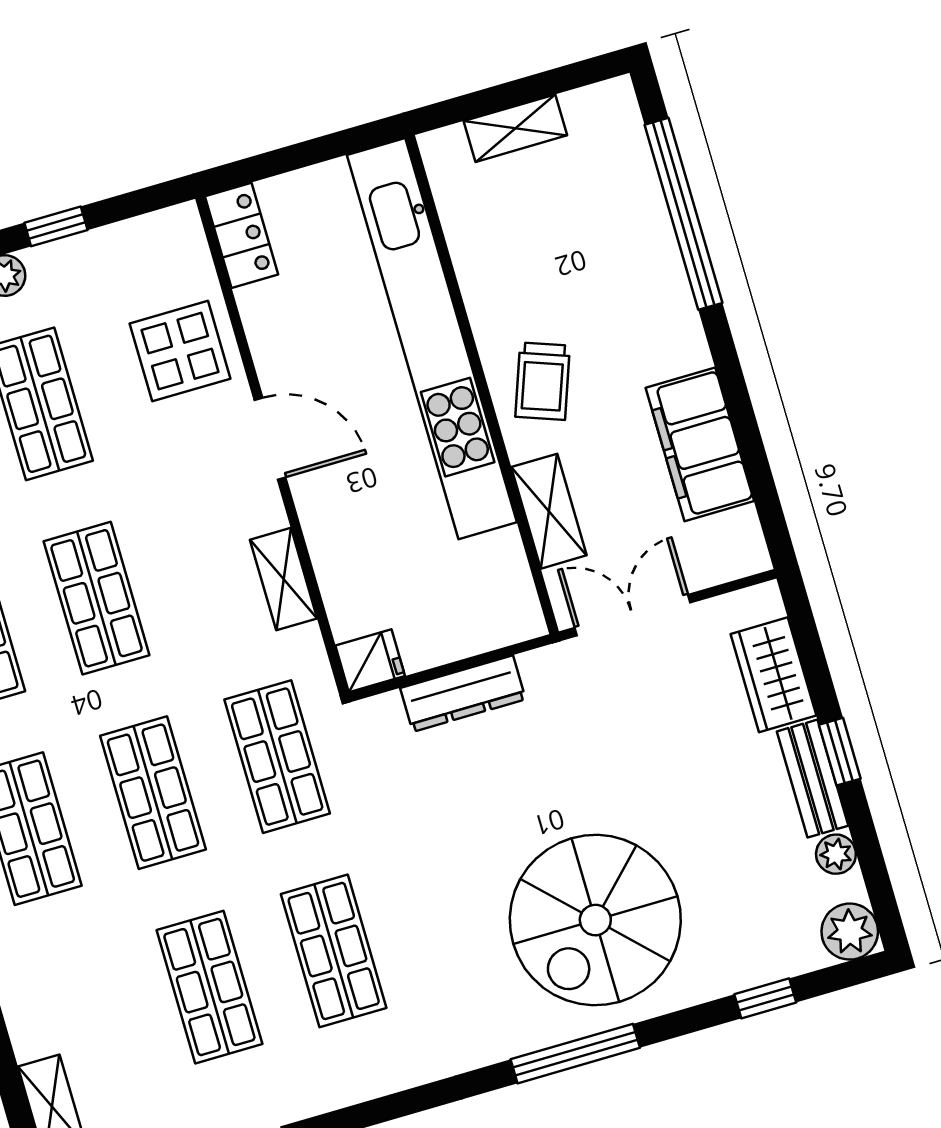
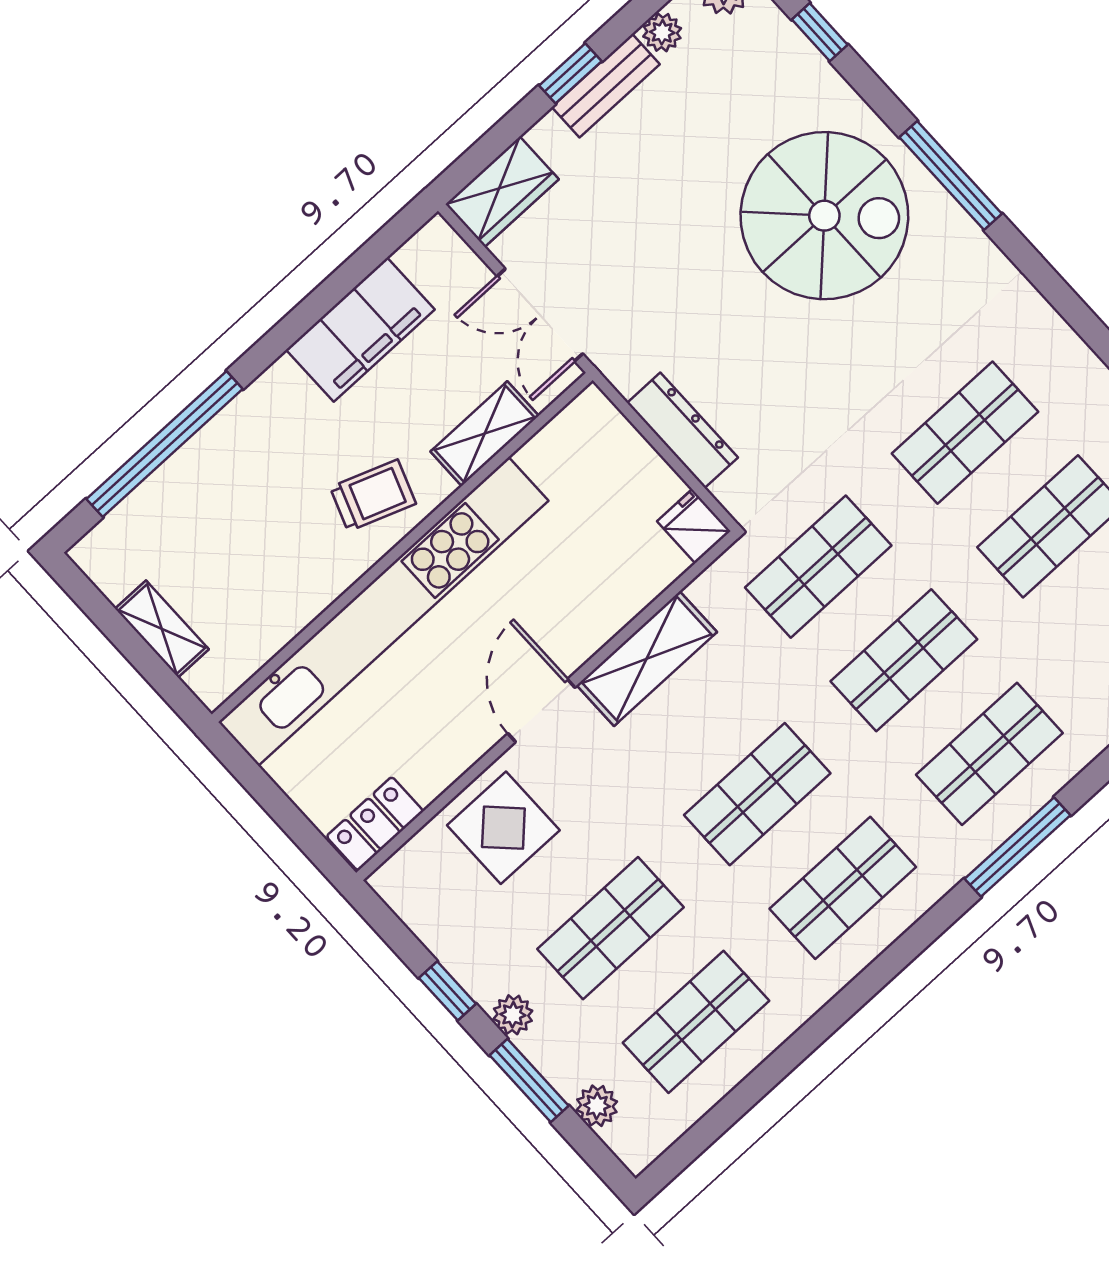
shelving: (284, 579) -> (647, 659), width x1.50, depth x1.33
wardrobe: (773, 675) -> (502, 192), moved

